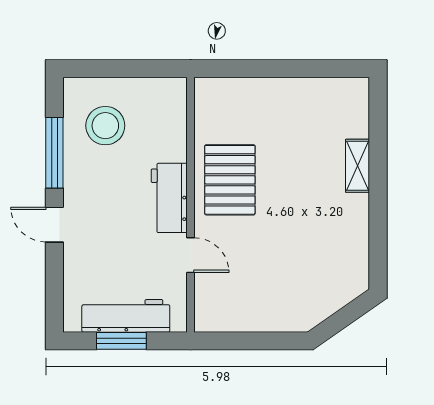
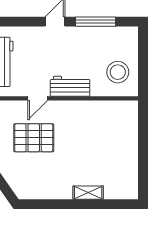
stool: (105, 126) -> (118, 72), moved
pallet: (230, 180) -> (34, 138), moved

